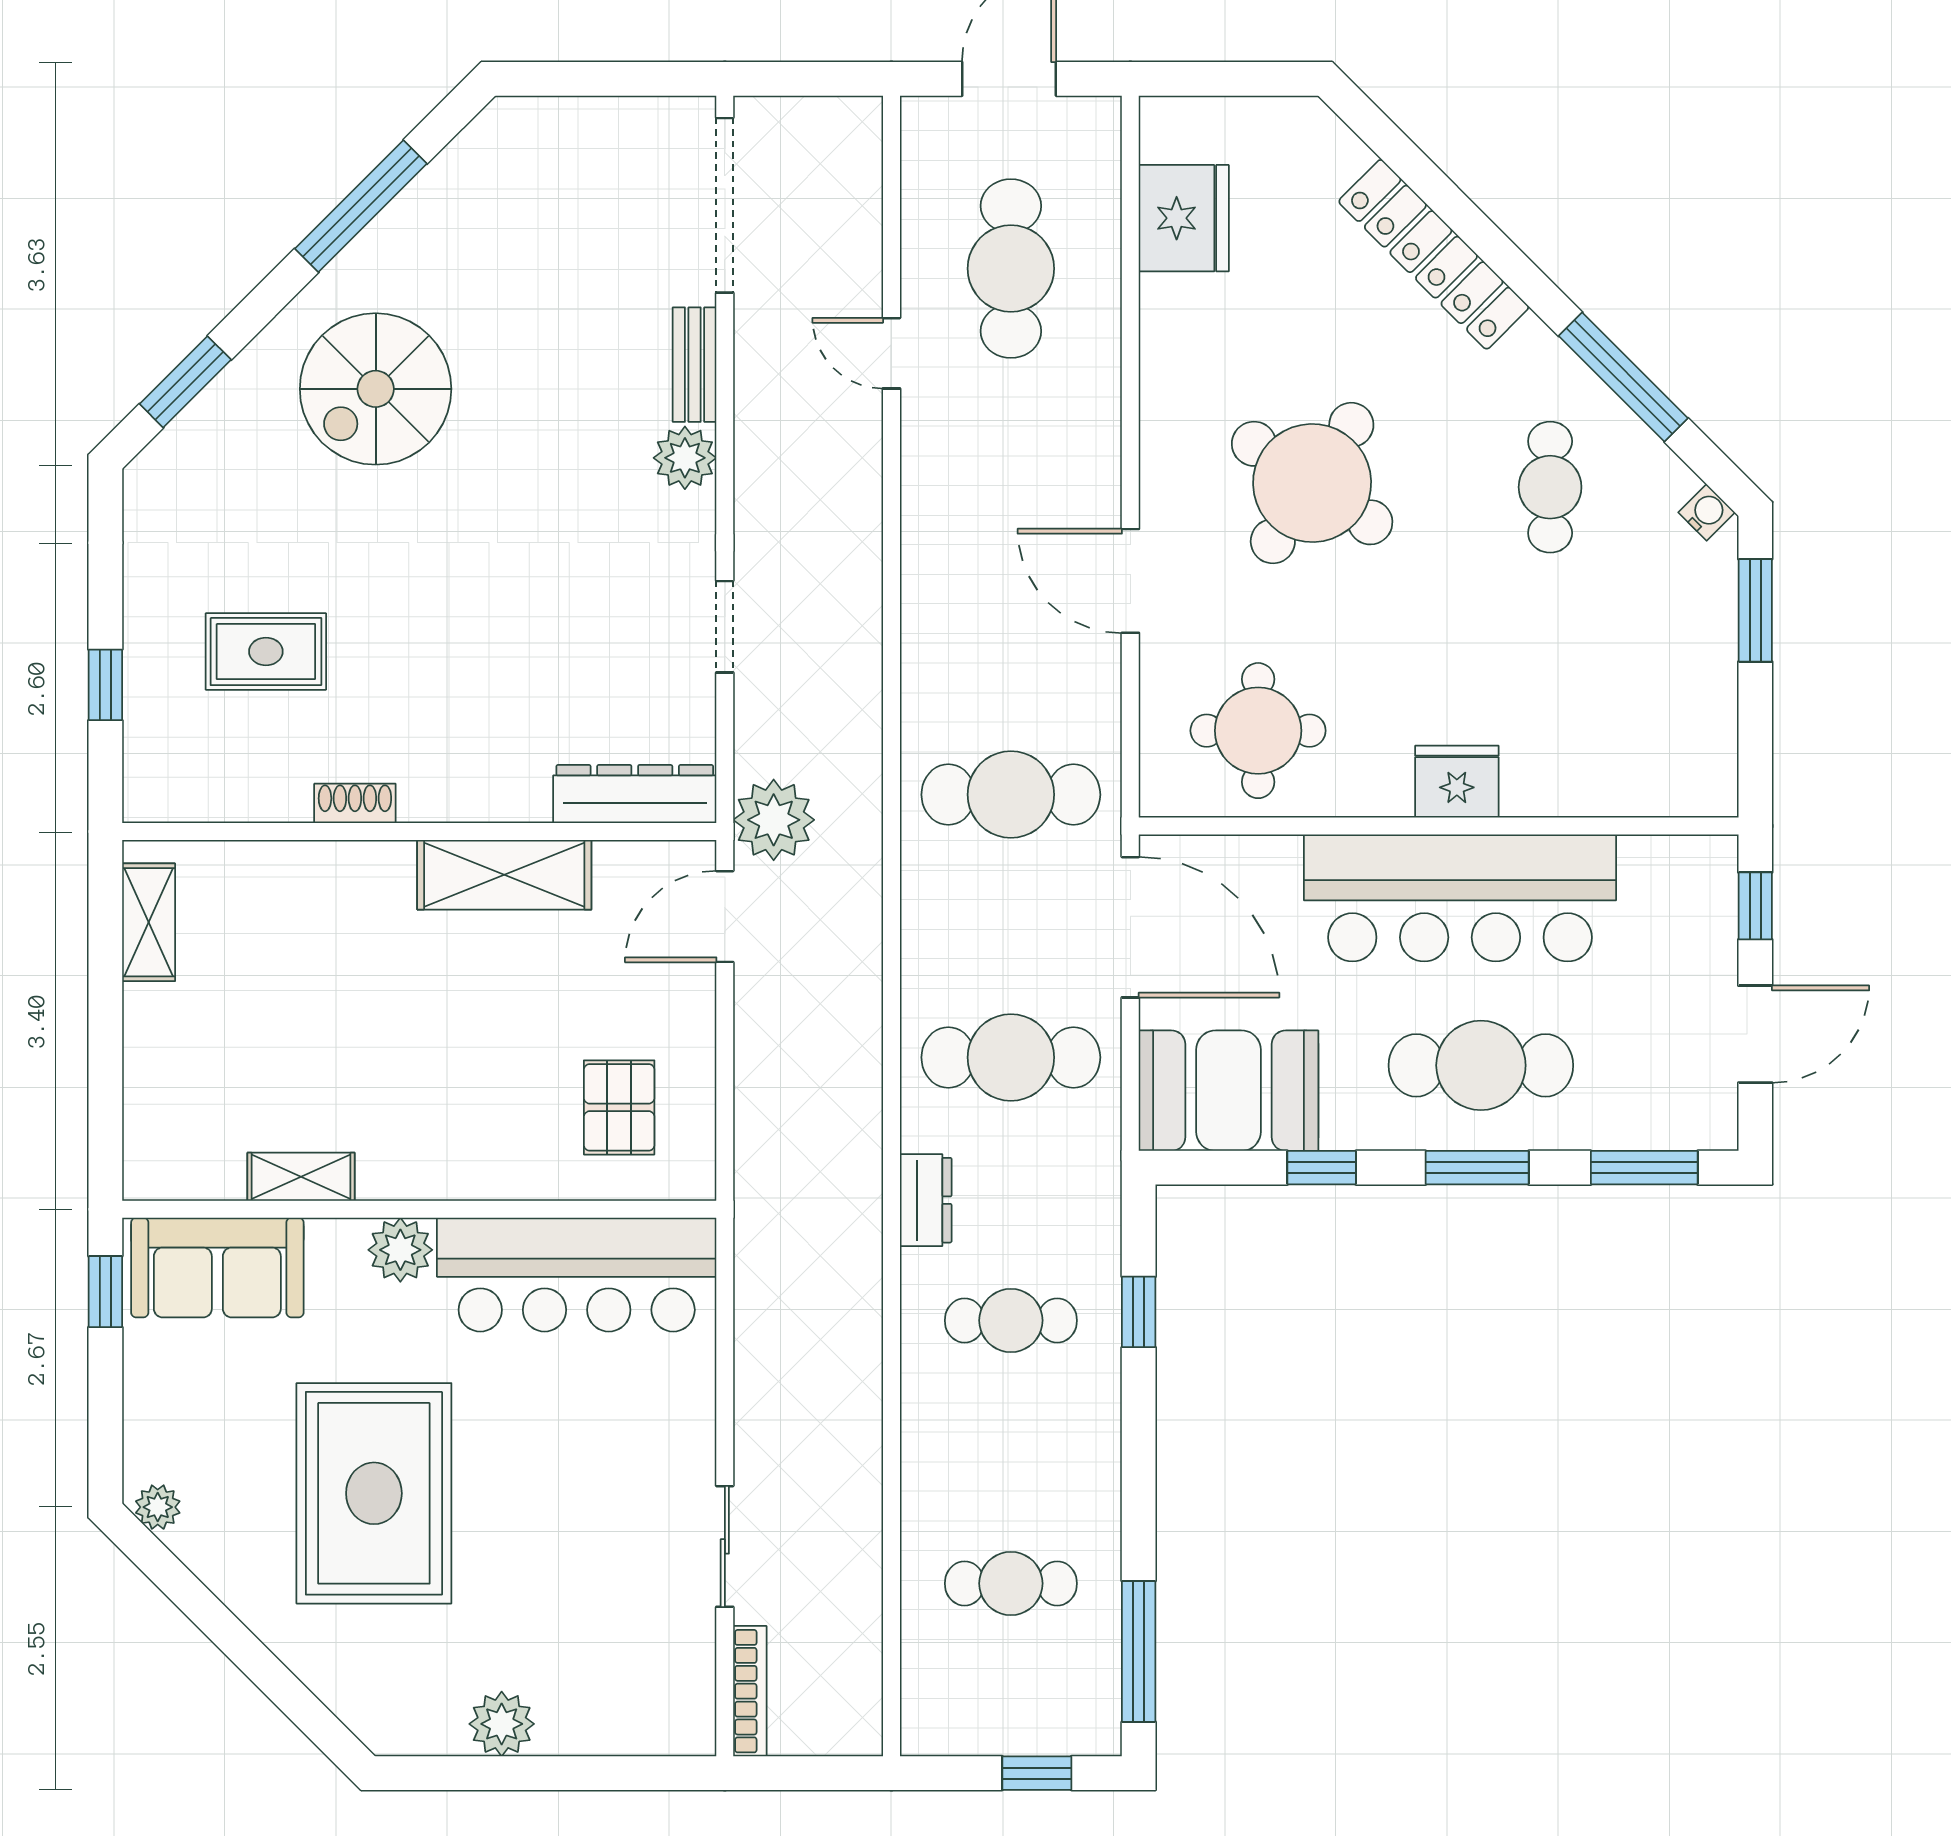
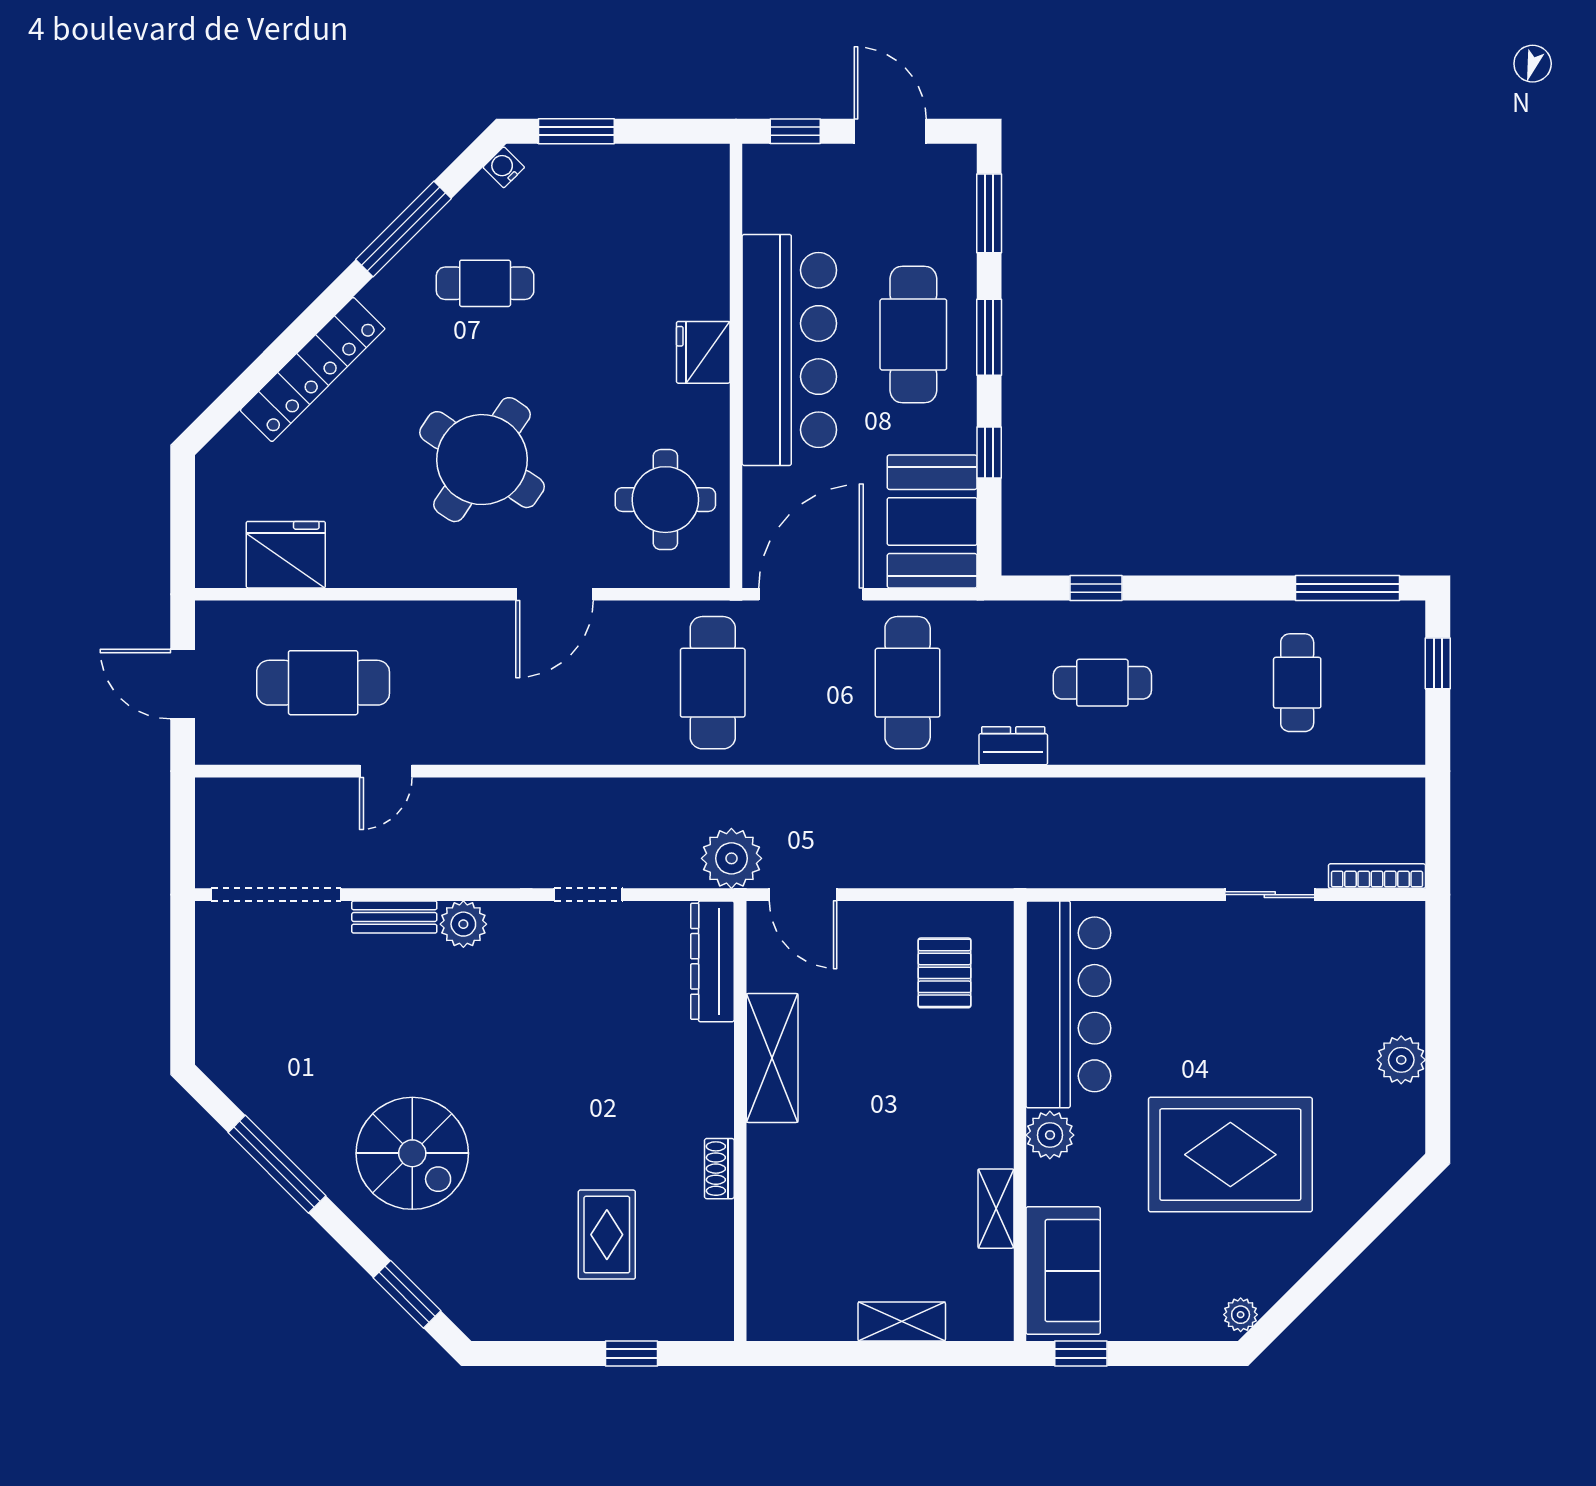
shelving: (149, 922) -> (902, 1321), moved
pallet: (619, 1107) -> (945, 973), turned 90
cafe table: (1011, 1320) -> (1102, 683), turned 90

